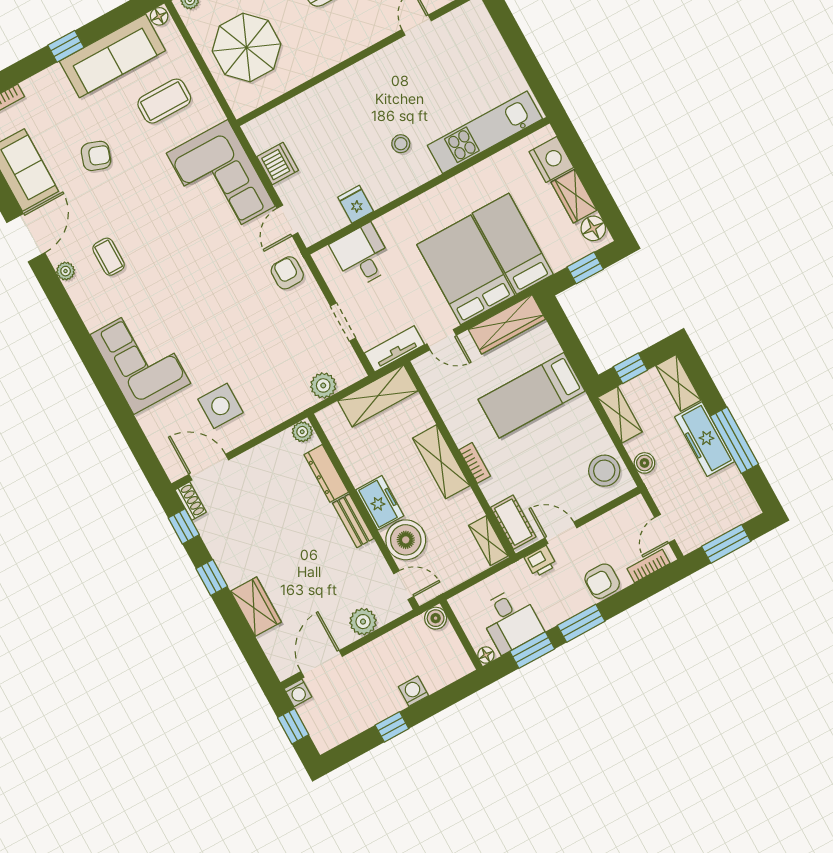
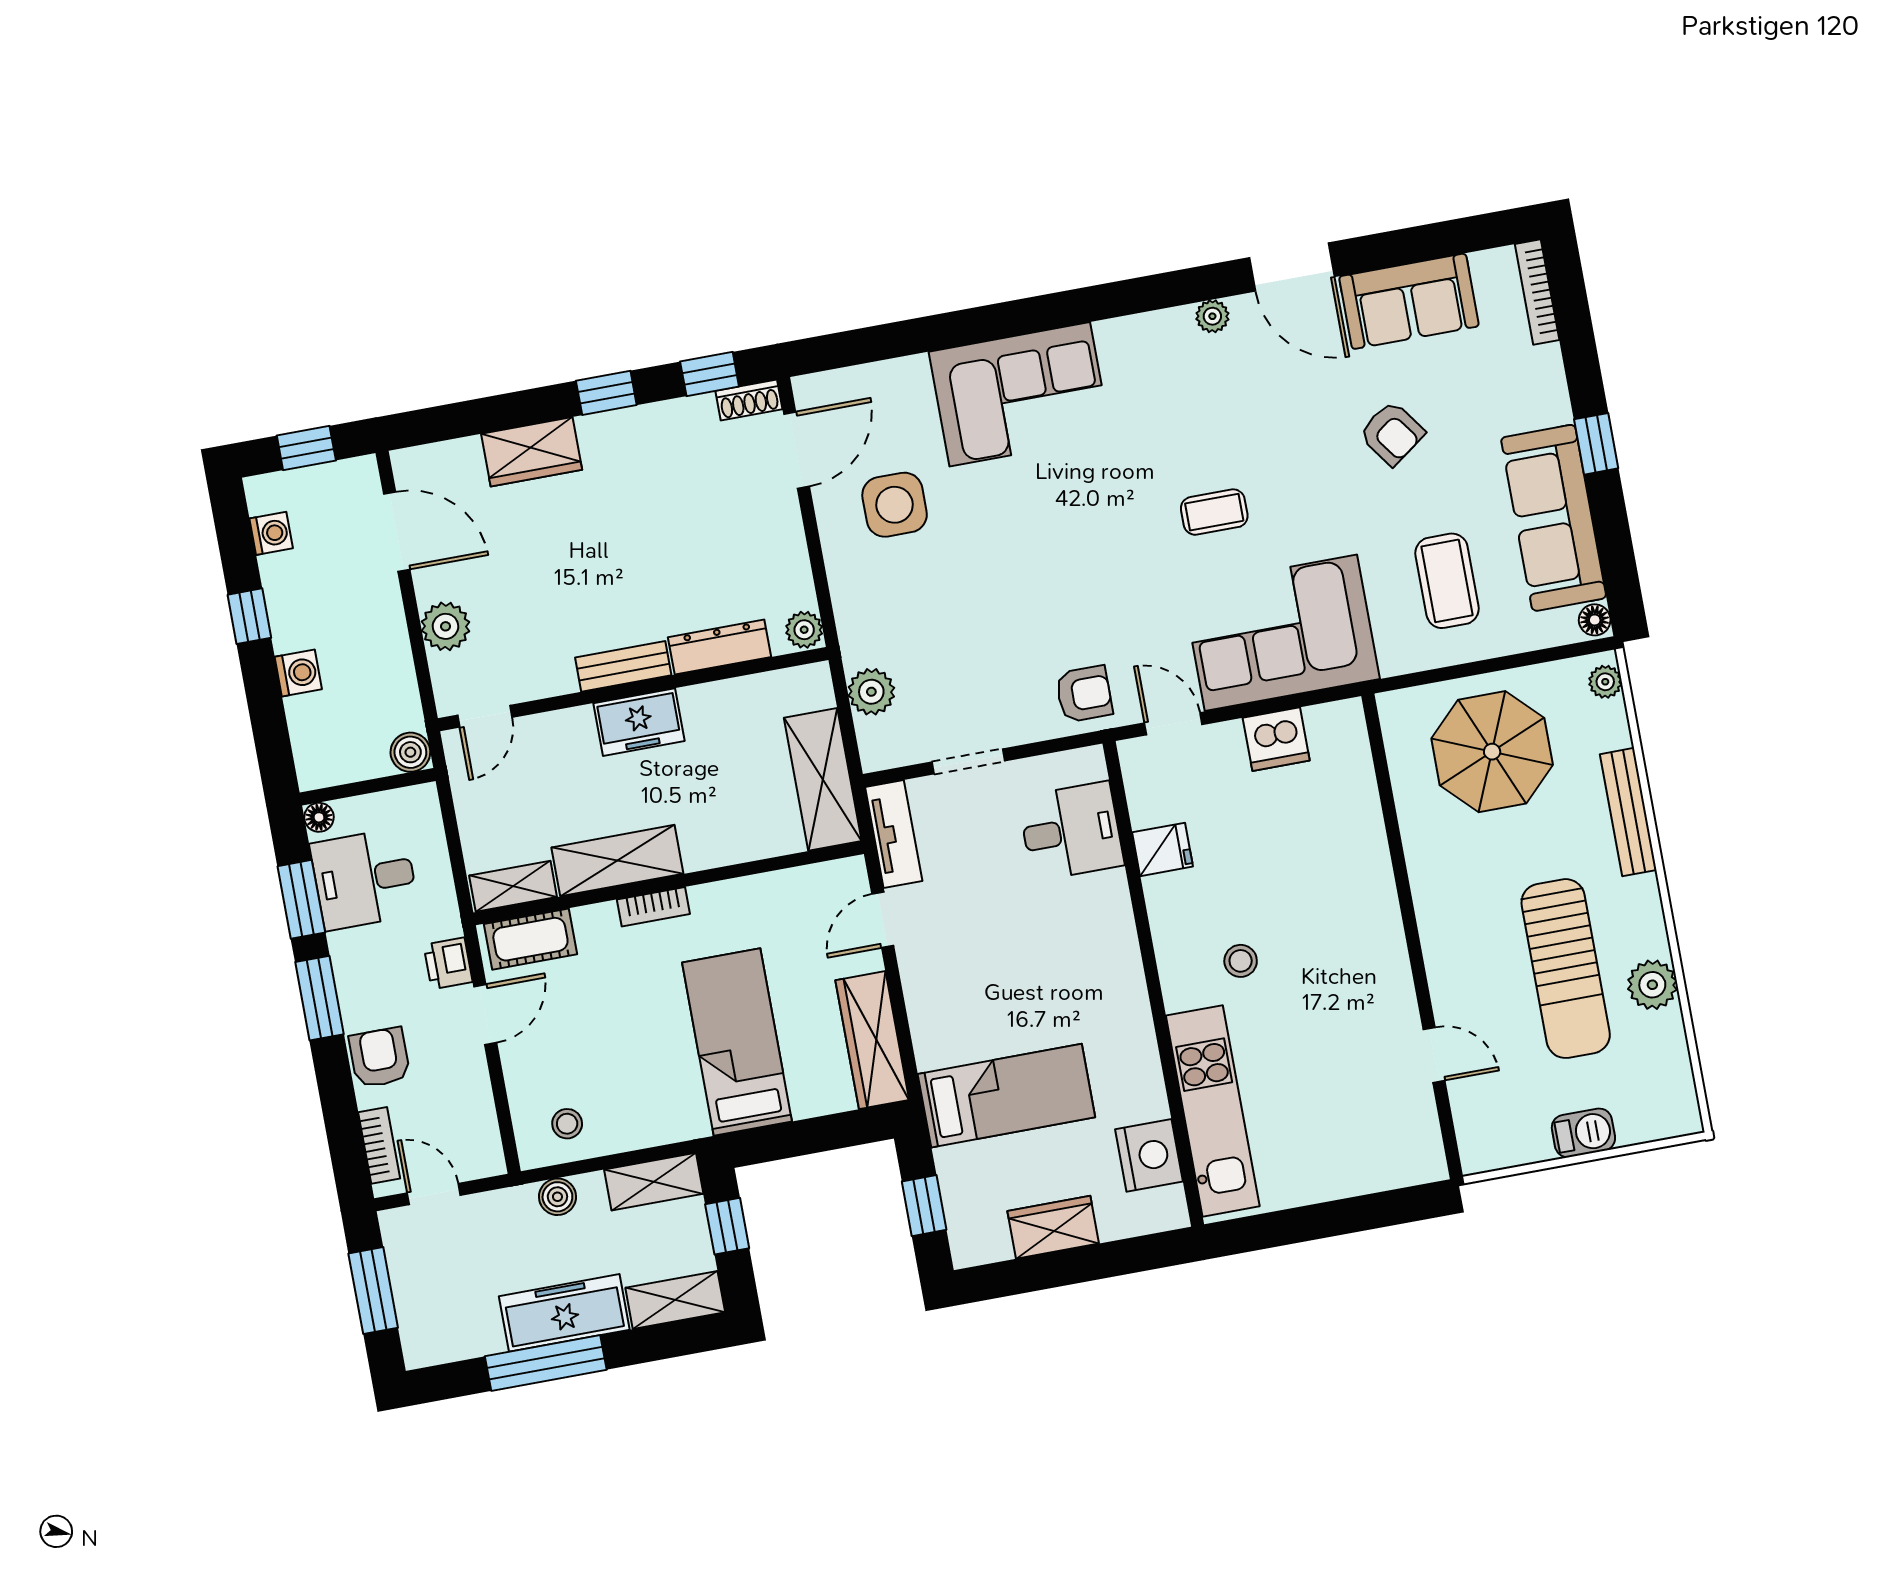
armchair: (96, 156) -> (1392, 433), turned -55
nightstand: (551, 159) -> (1149, 1155), moved, turned -90
floor lamp: (593, 228) -> (987, 1242), removed
coffee table: (109, 257) -> (1214, 512), moved
bed: (466, 270) -> (988, 1001), removed
shelving: (441, 462) -> (617, 861), moved
stool: (604, 471) -> (567, 1124), width x0.53, depth x0.53
boiler: (406, 540) -> (561, 745), removed
washing machine: (298, 693) -> (271, 533), moved, turned 180

